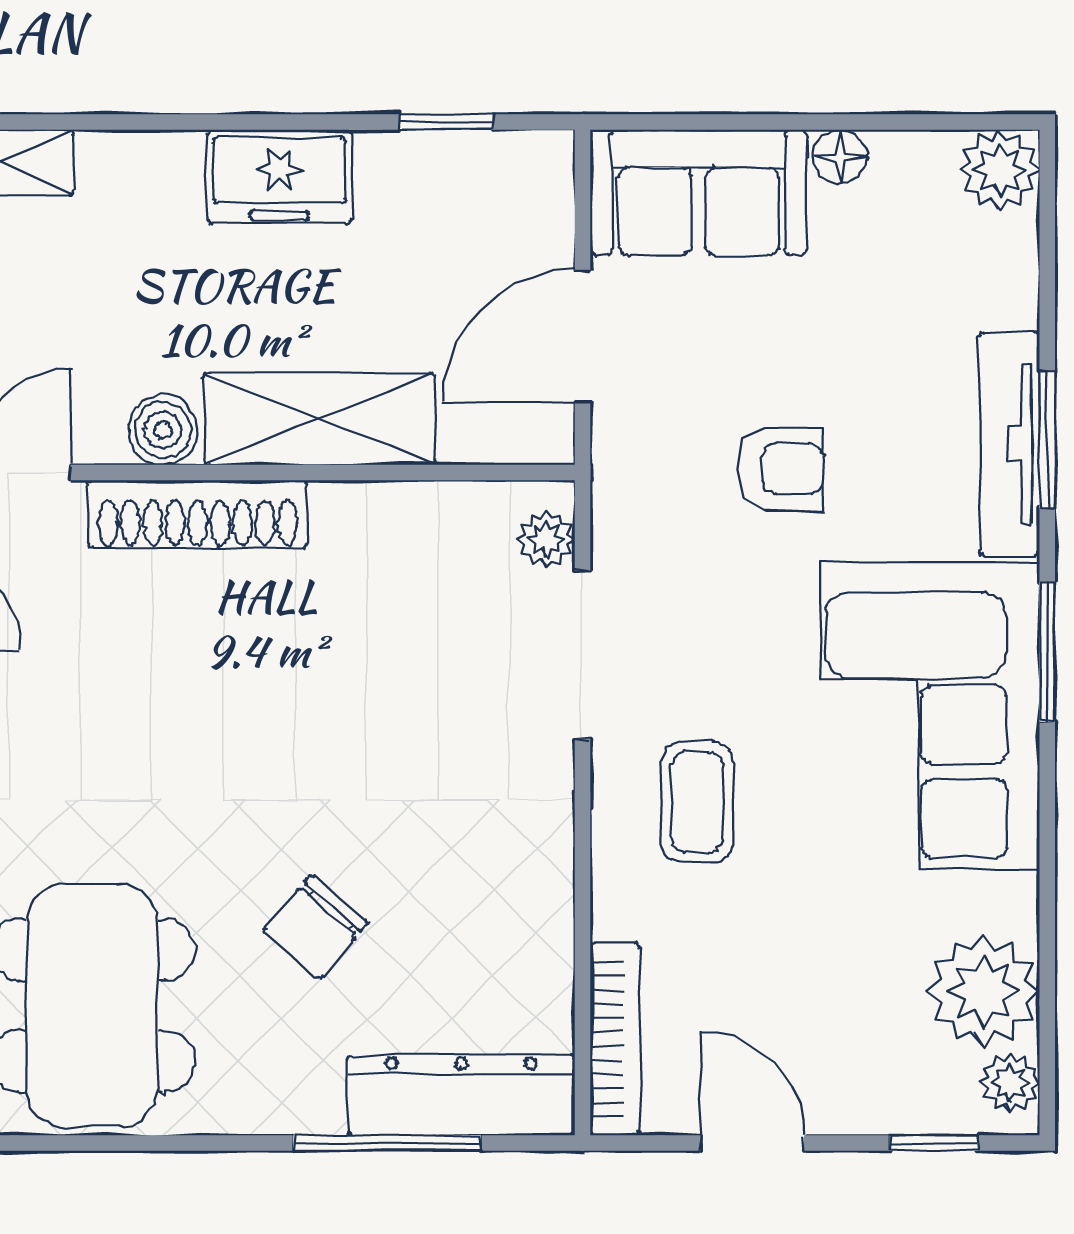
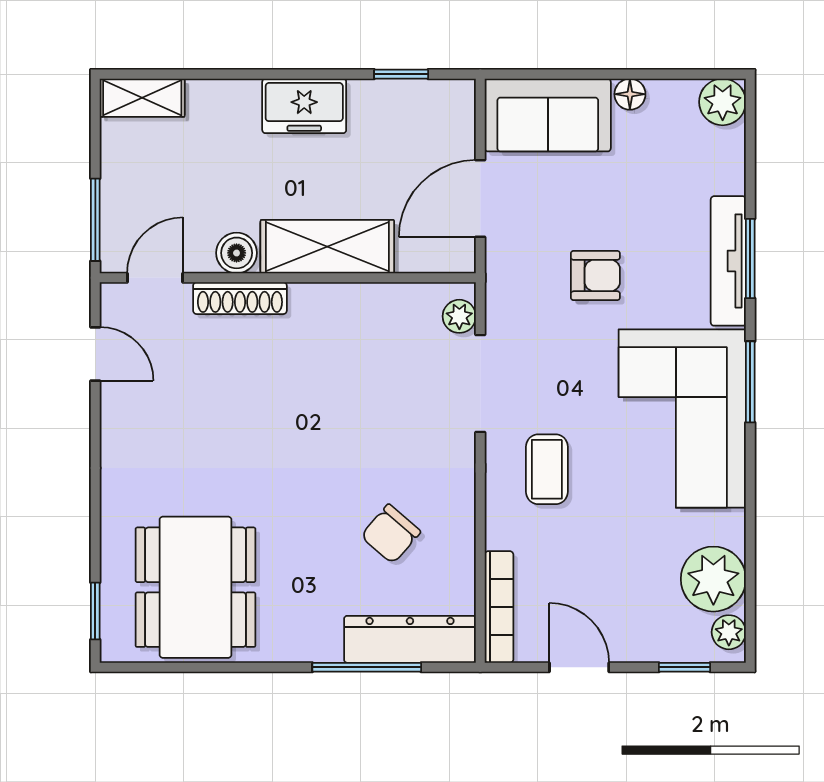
shoe rack: (198, 514) -> (240, 298), width x0.74, depth x0.81
chair: (315, 927) -> (391, 534), moved

